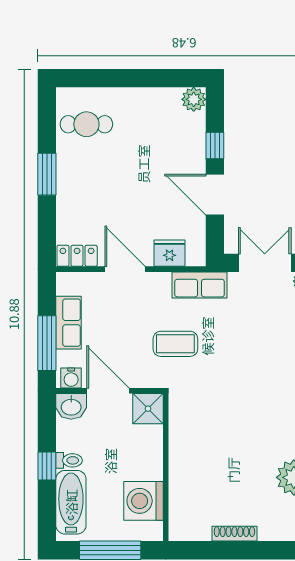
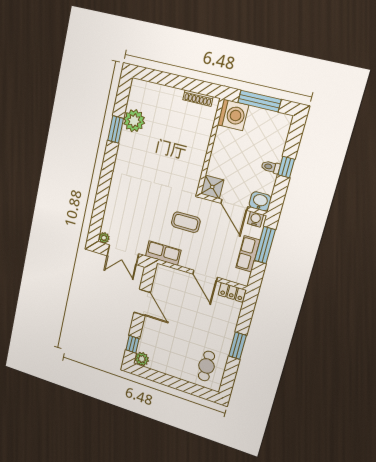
cafe table: (86, 124) -> (206, 366), turned 90
window: (215, 146) -> (133, 344), moved
fridge: (169, 253) -> (176, 277), removed
washing machine: (143, 501) -> (233, 115), moved
bathtub: (71, 502) -> (277, 139), removed
shoe rack: (234, 534) -> (198, 98), moved

